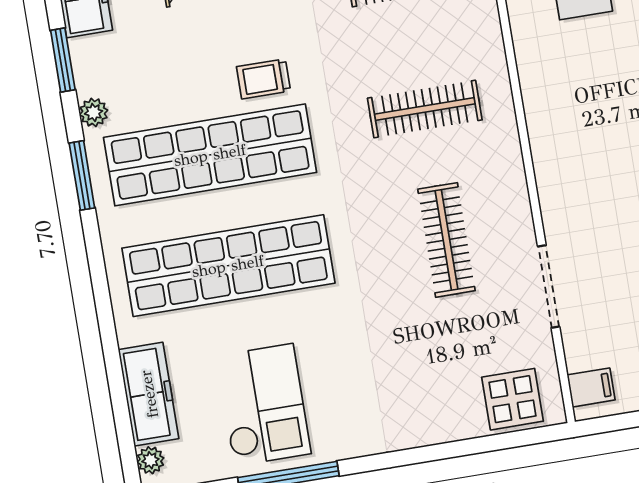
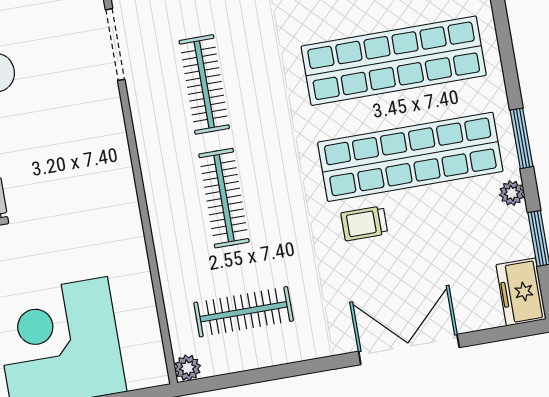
trolley: (264, 79) -> (364, 223), turned 180
clothes rail: (425, 109) -> (224, 198), turned 90

